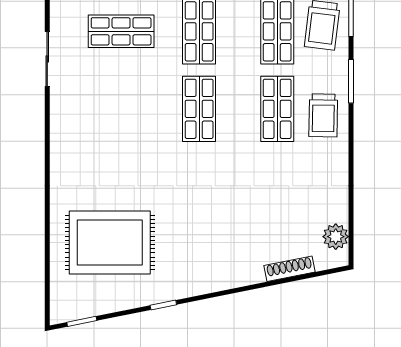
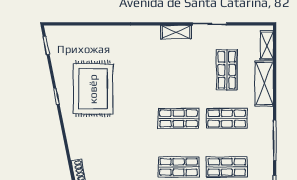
shelving: (60, 113) -> (176, 32), added
rug: (110, 242) -> (93, 89), moved

